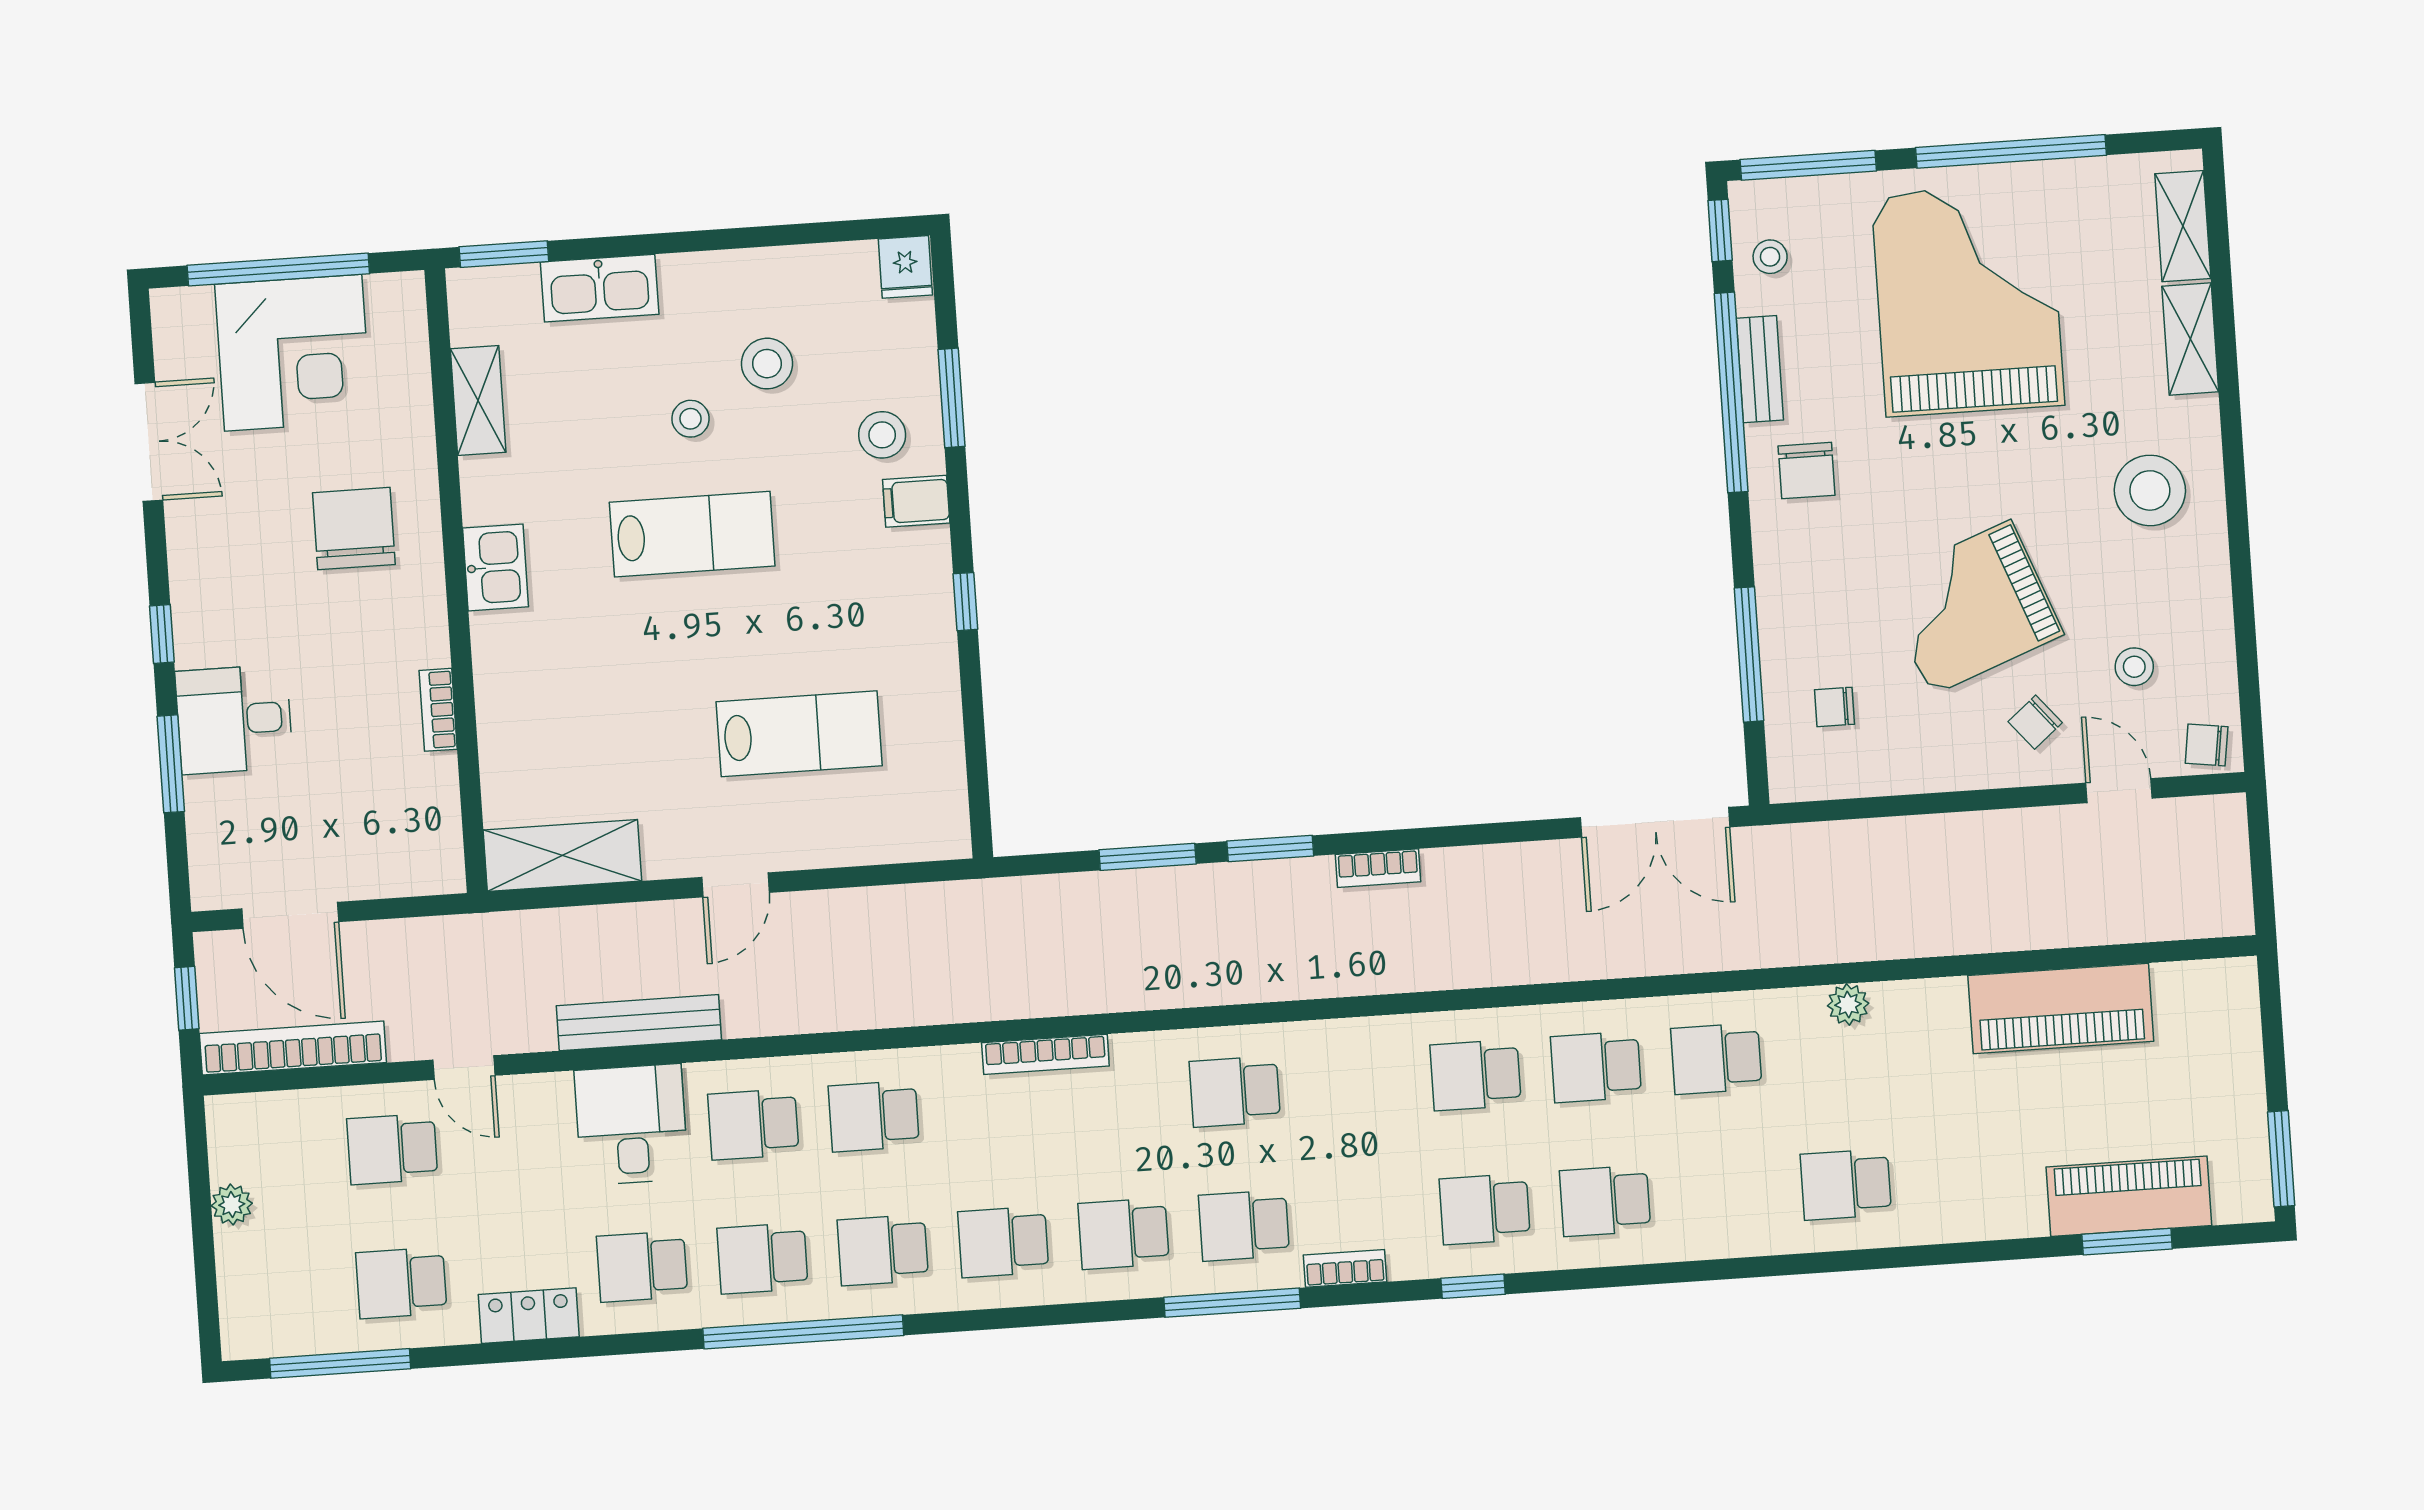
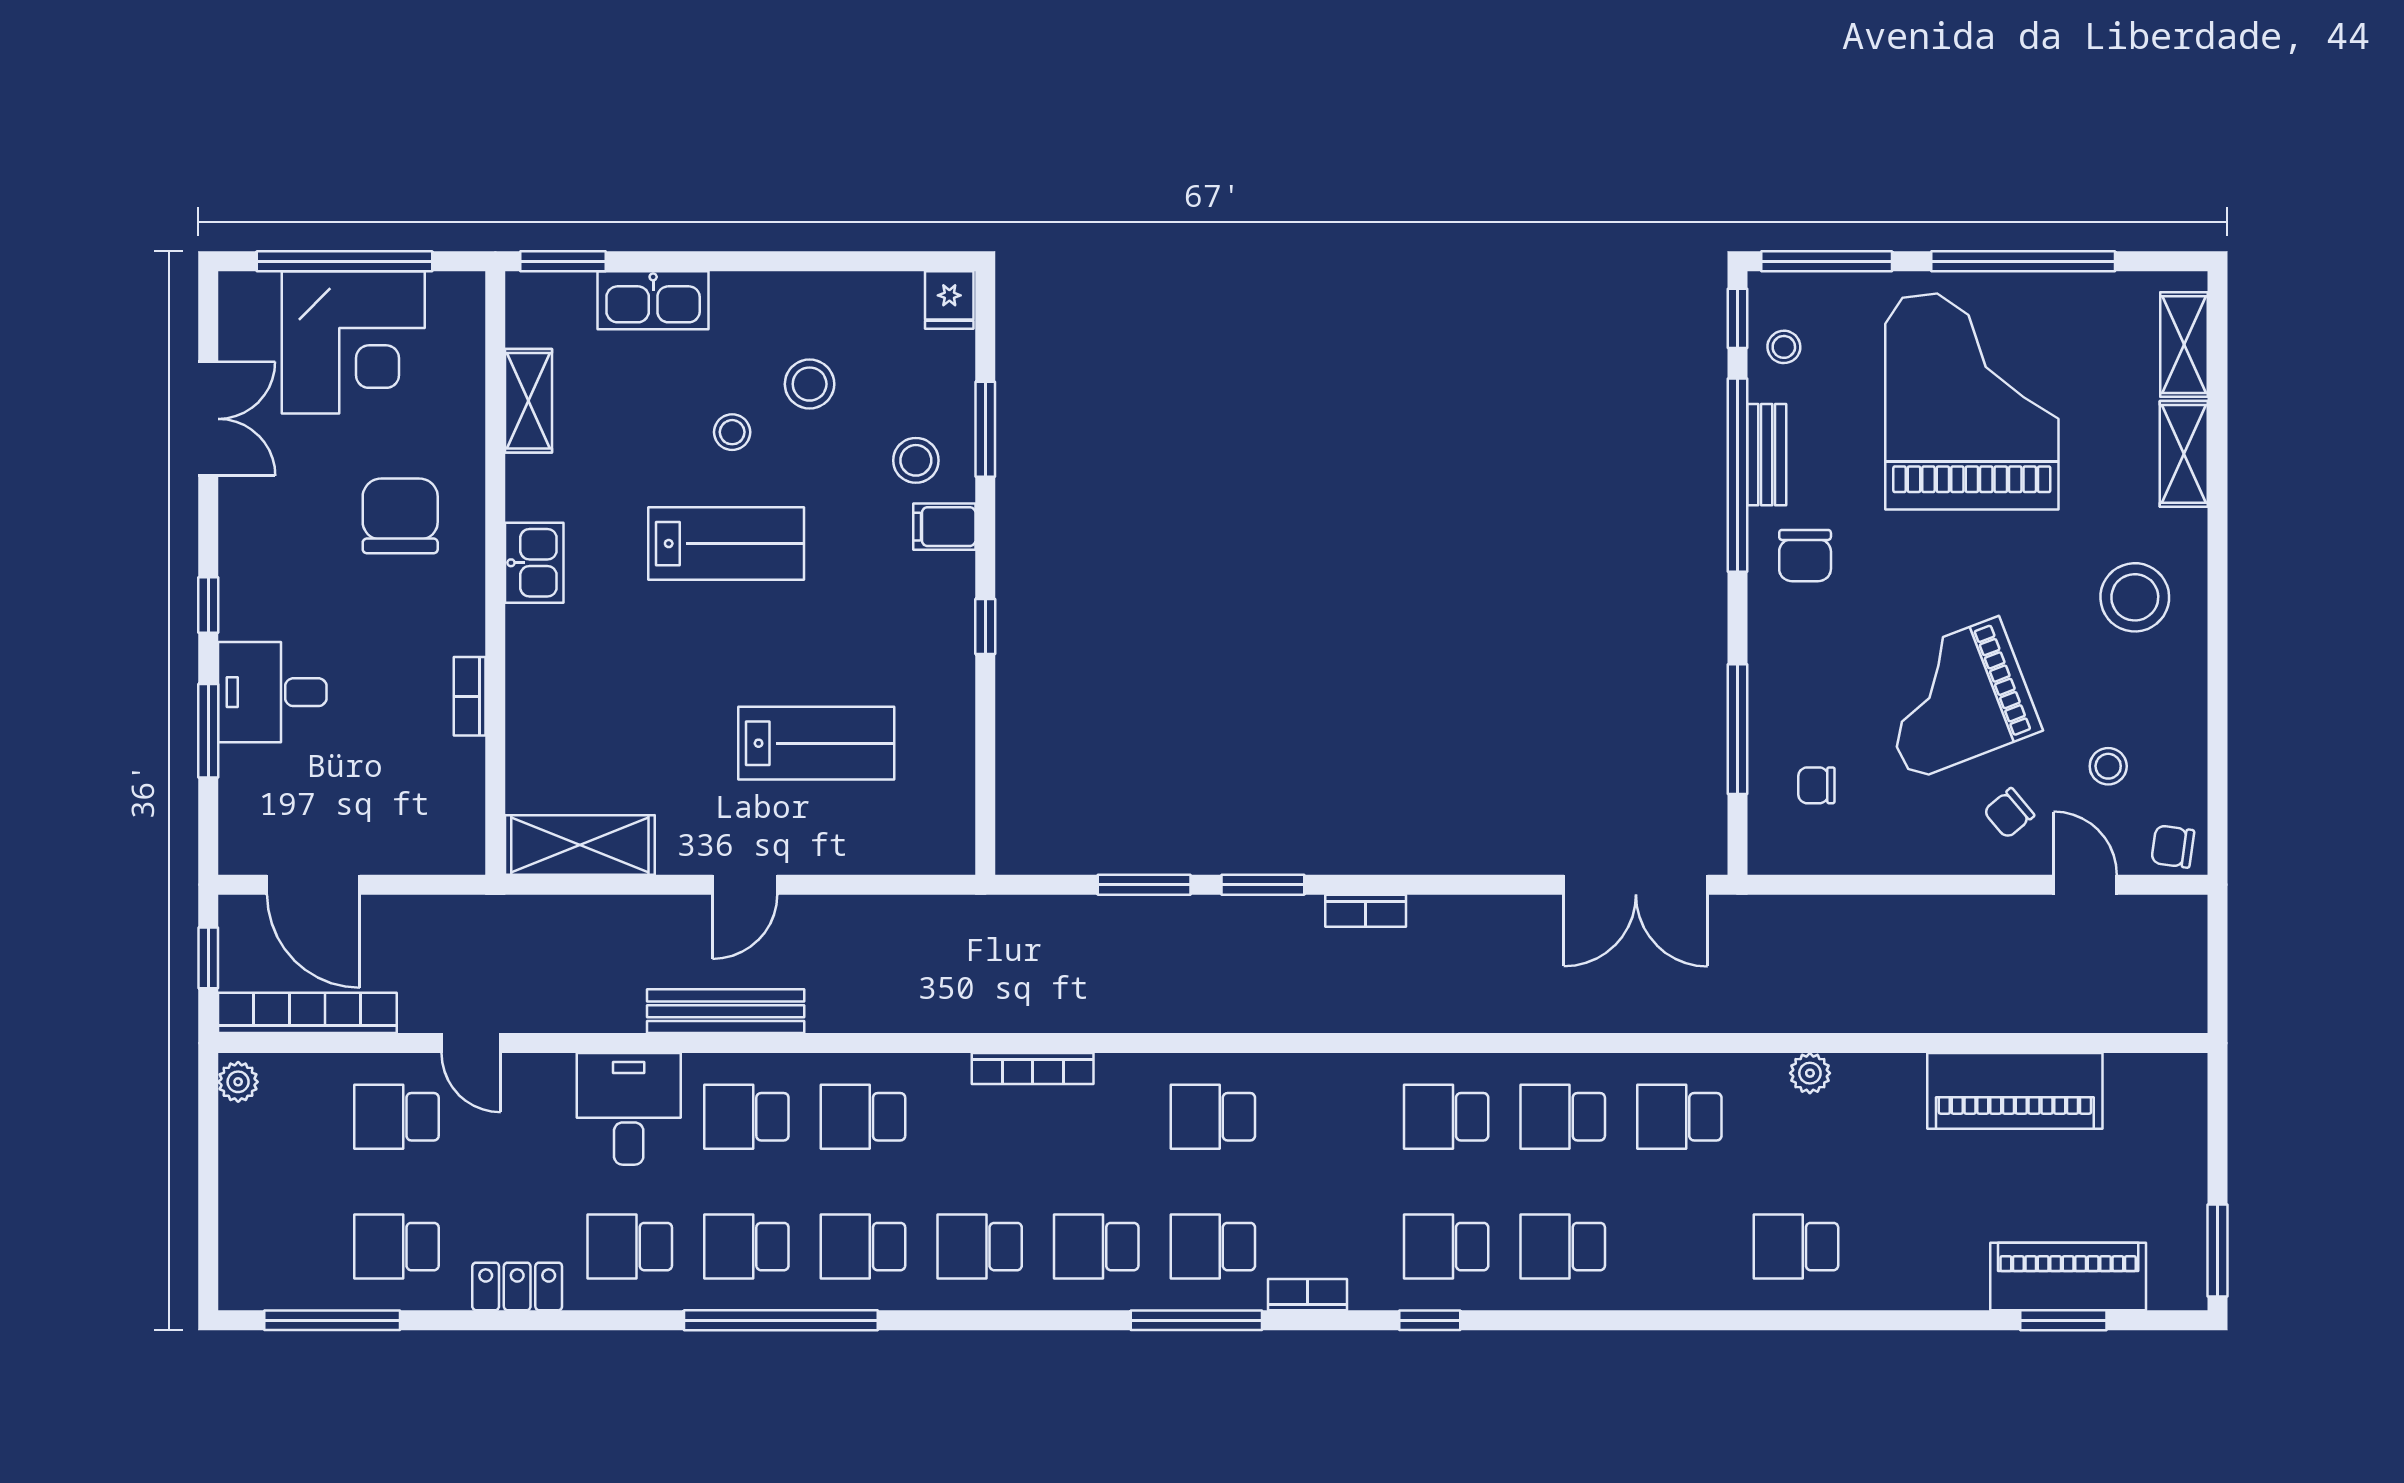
bench: (639, 1023) -> (726, 1011), moved
plant: (232, 1205) -> (238, 1082), moved

